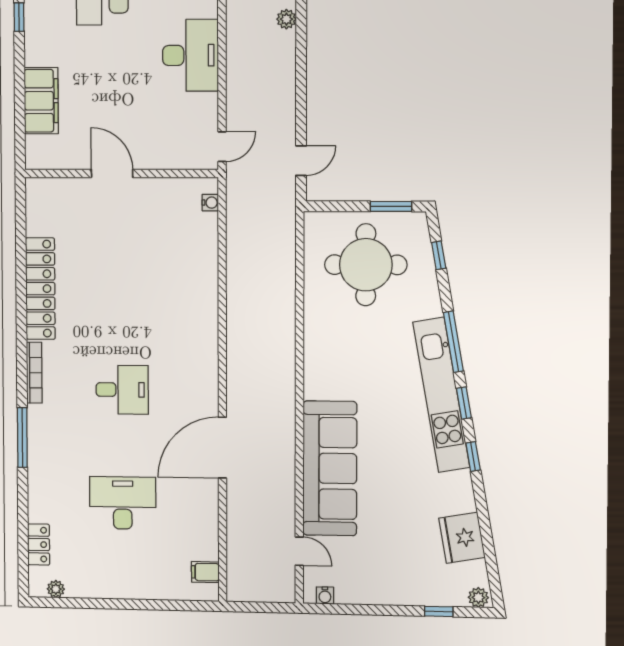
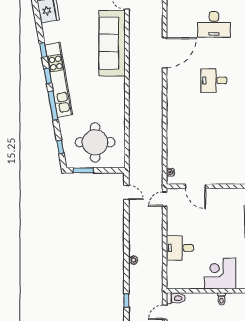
desk: (190, 55) -> (180, 248), width x0.73
door: (301, 161) -> (126, 192), swing flipped
door: (112, 173) -> (195, 186), moved

